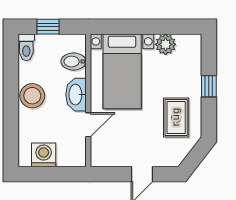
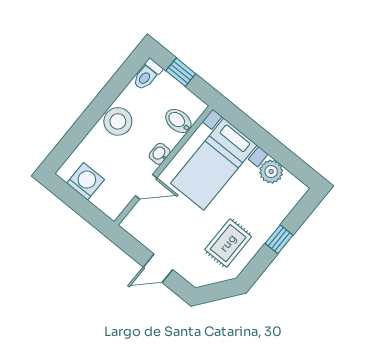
washbasin: (76, 95) -> (160, 154), width x0.52, depth x0.69

